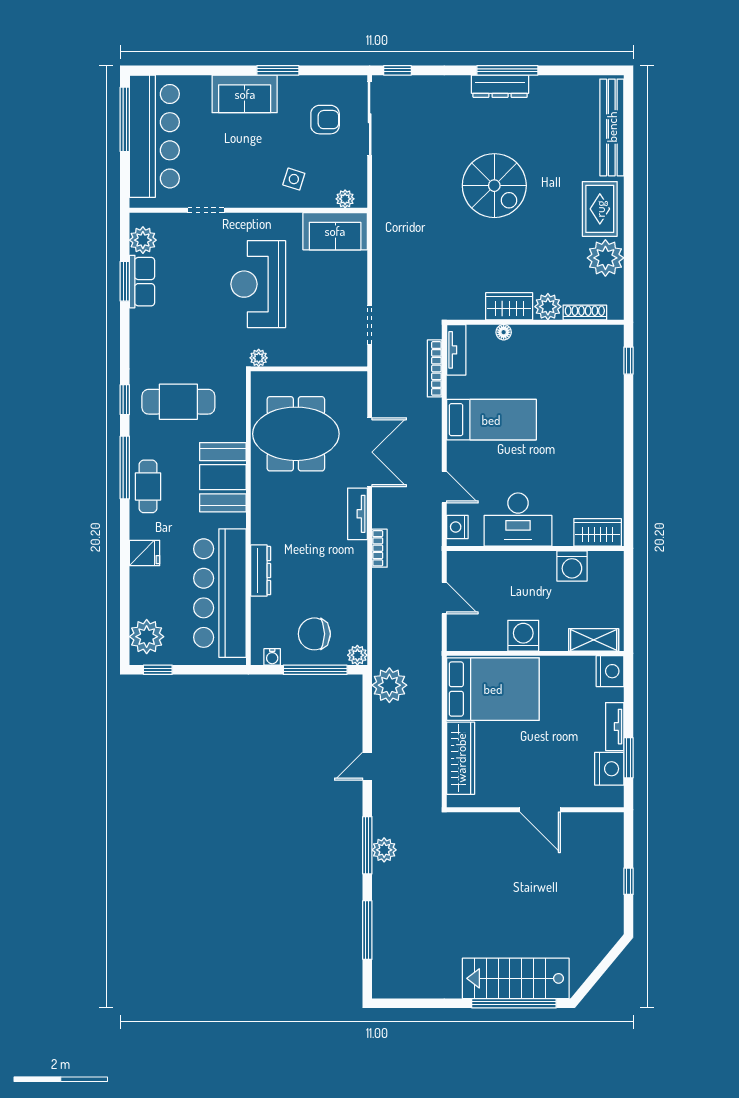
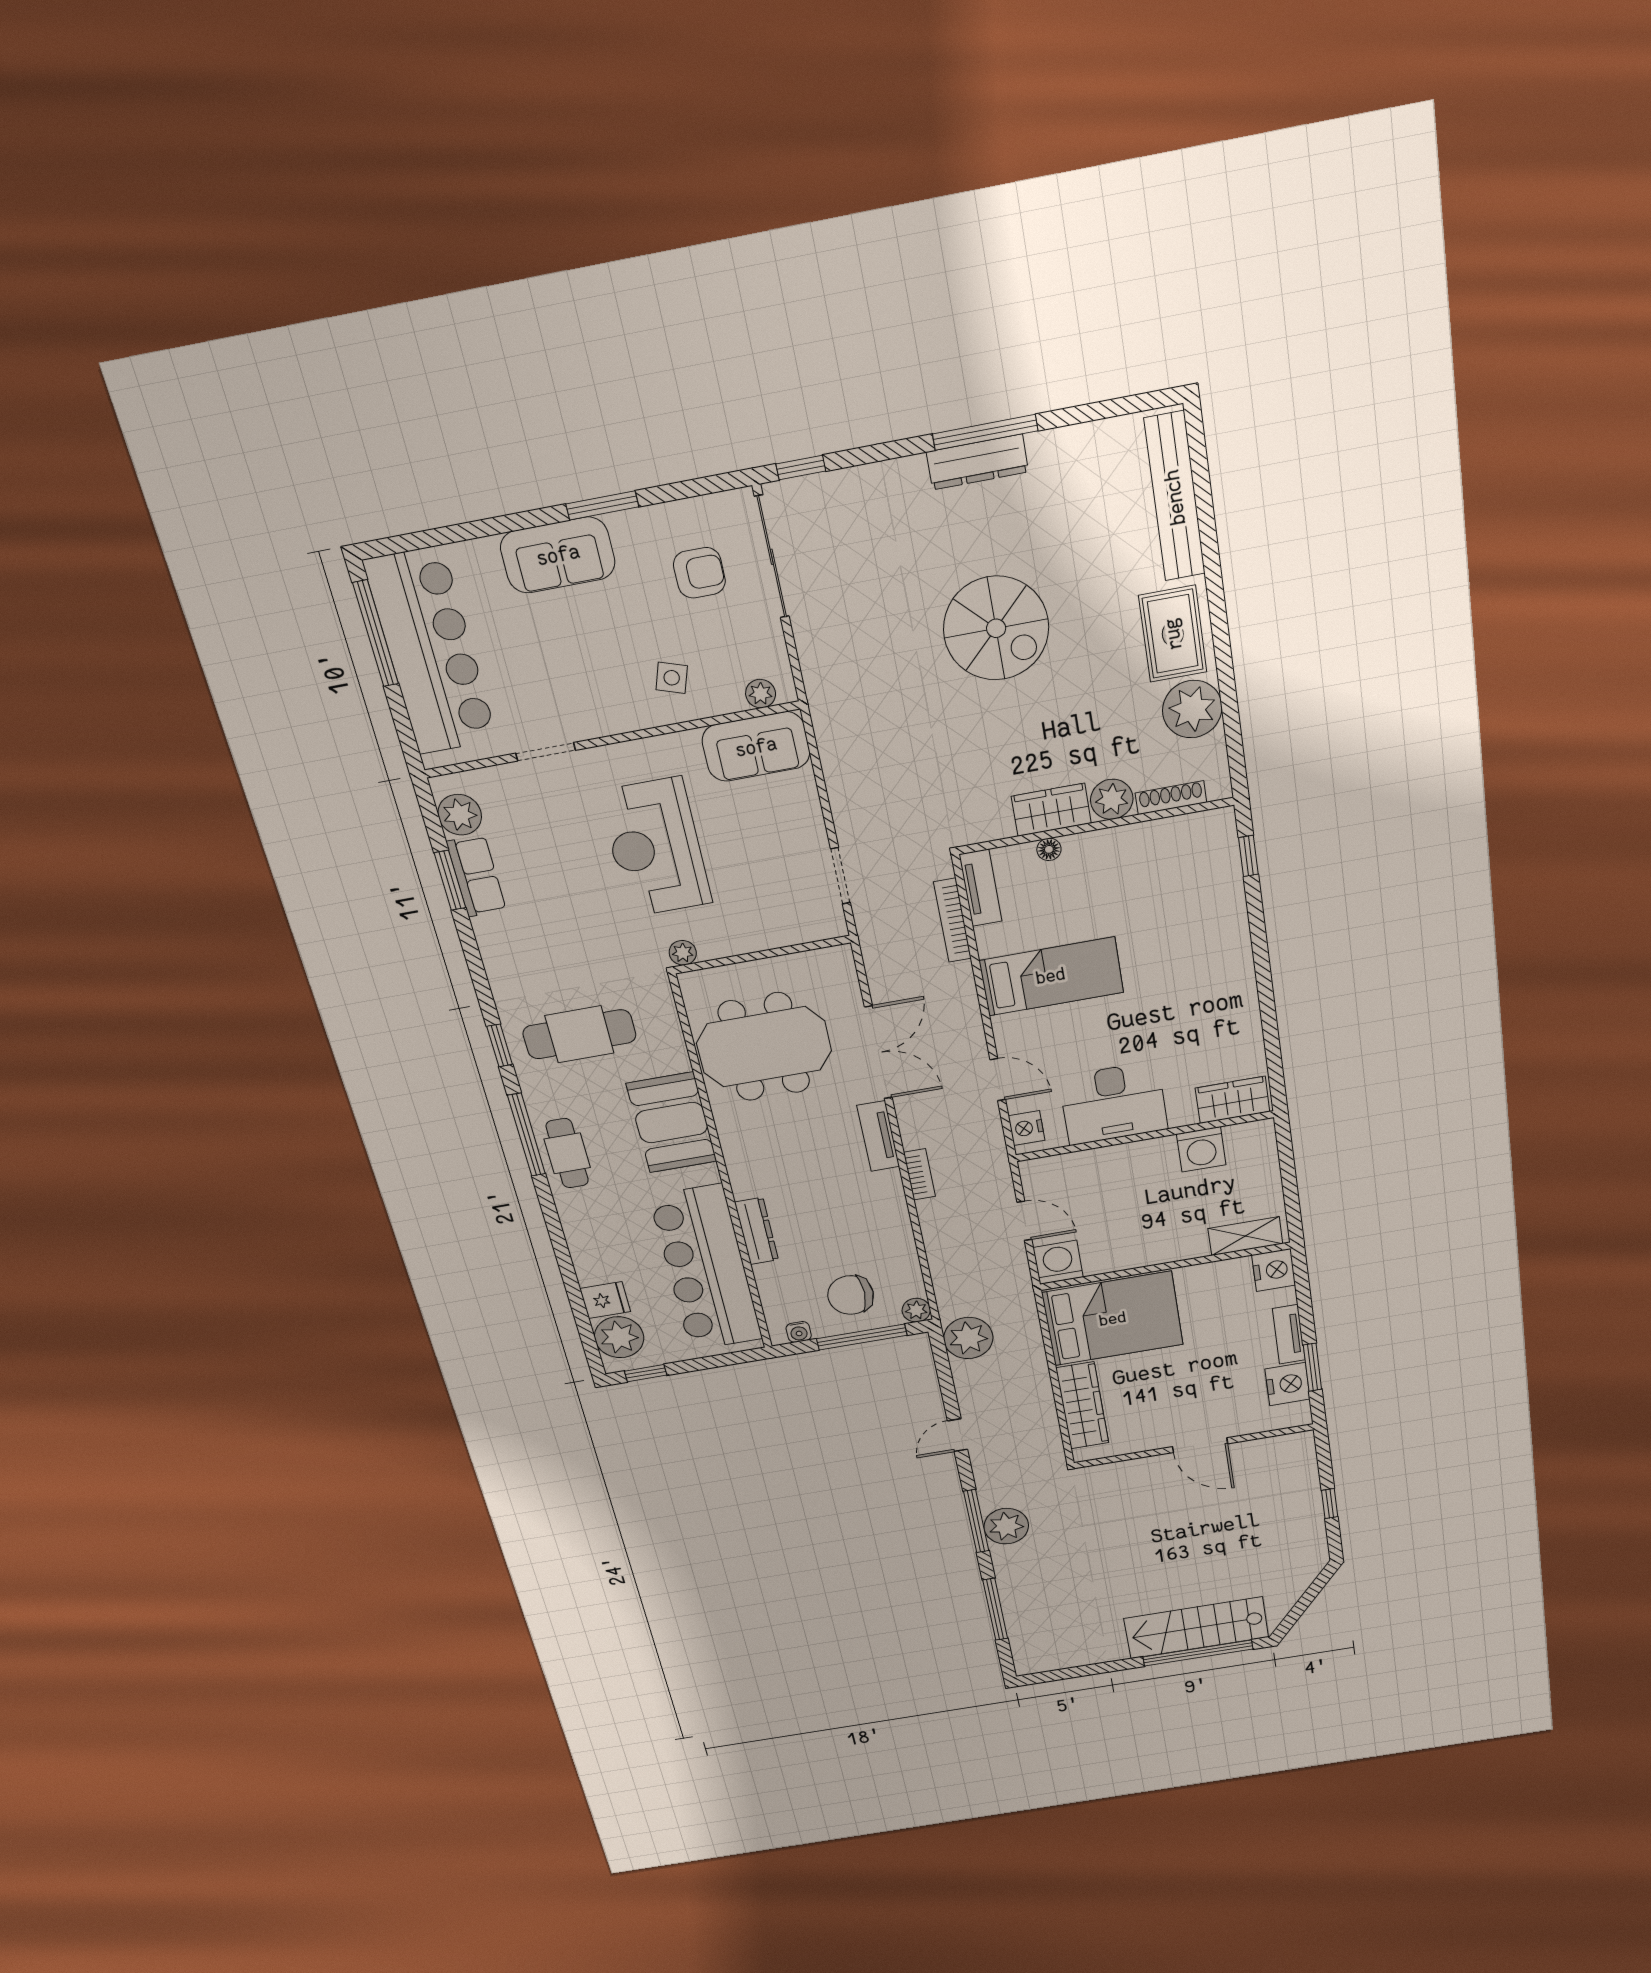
fridge: (145, 553) -> (605, 1300), moved
washing machine: (523, 636) -> (1058, 1262), moved
plant: (384, 850) -> (1006, 1526), width x1.36, depth x1.36

